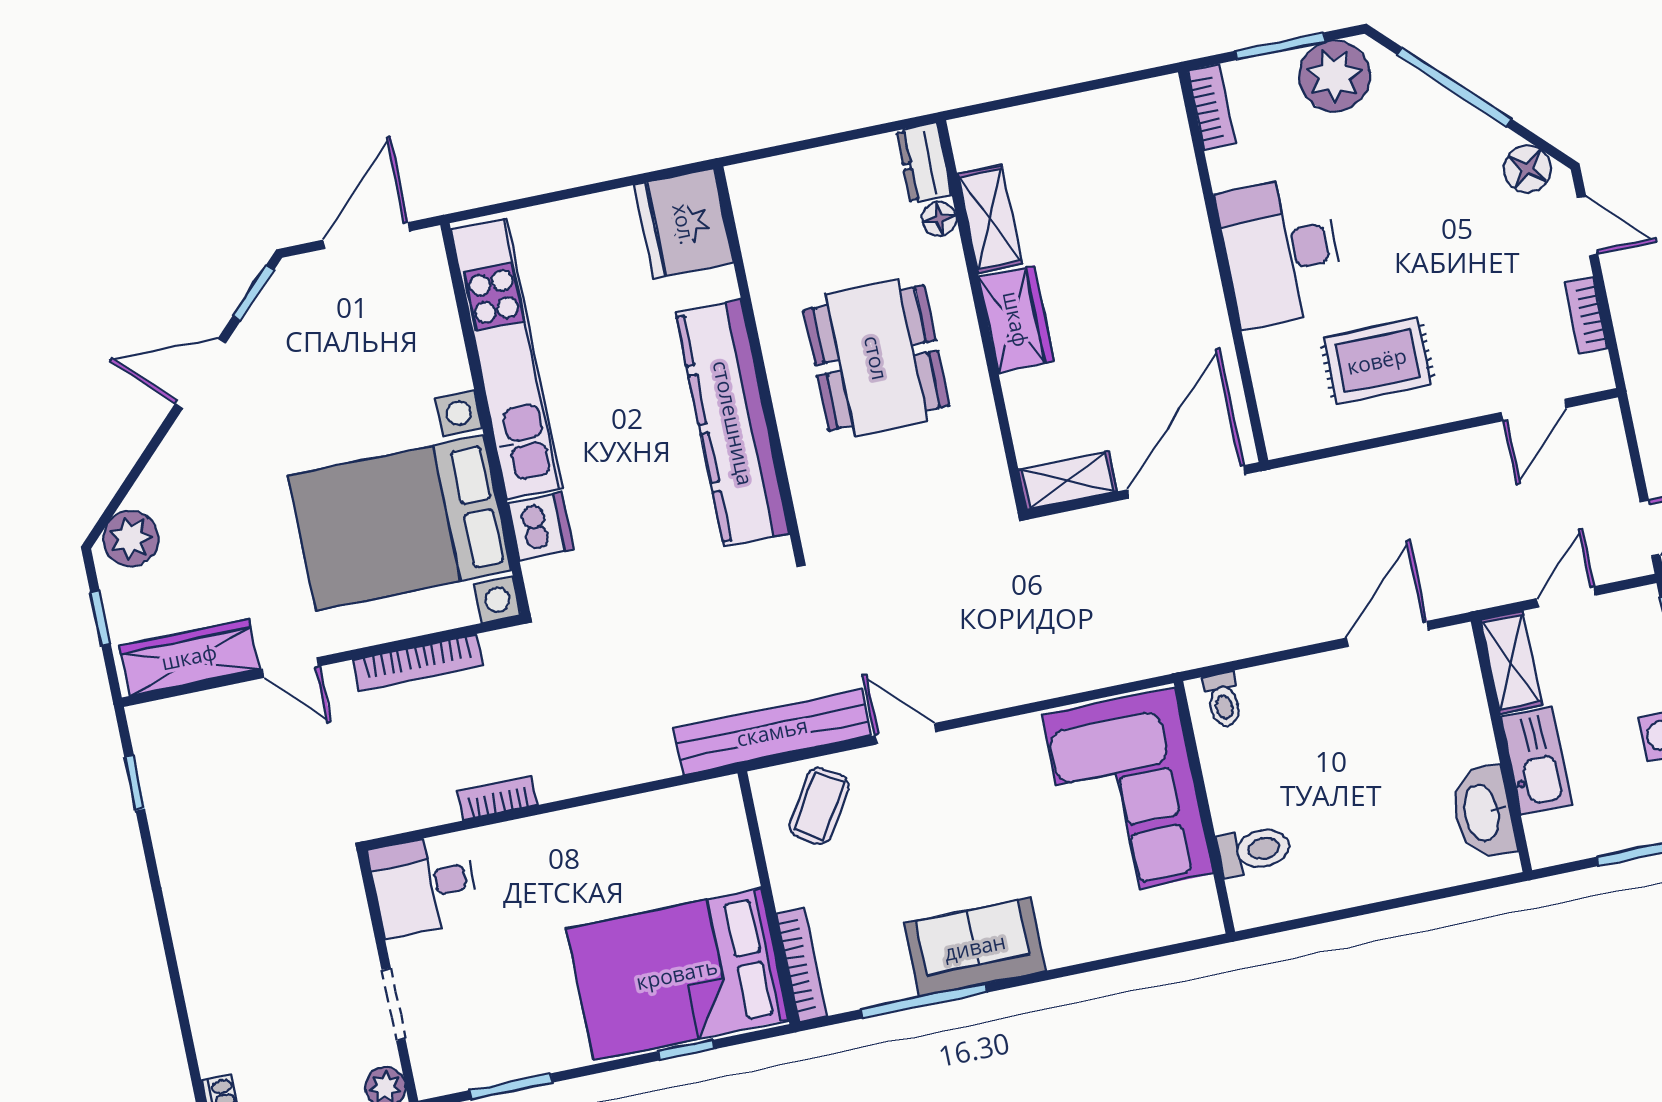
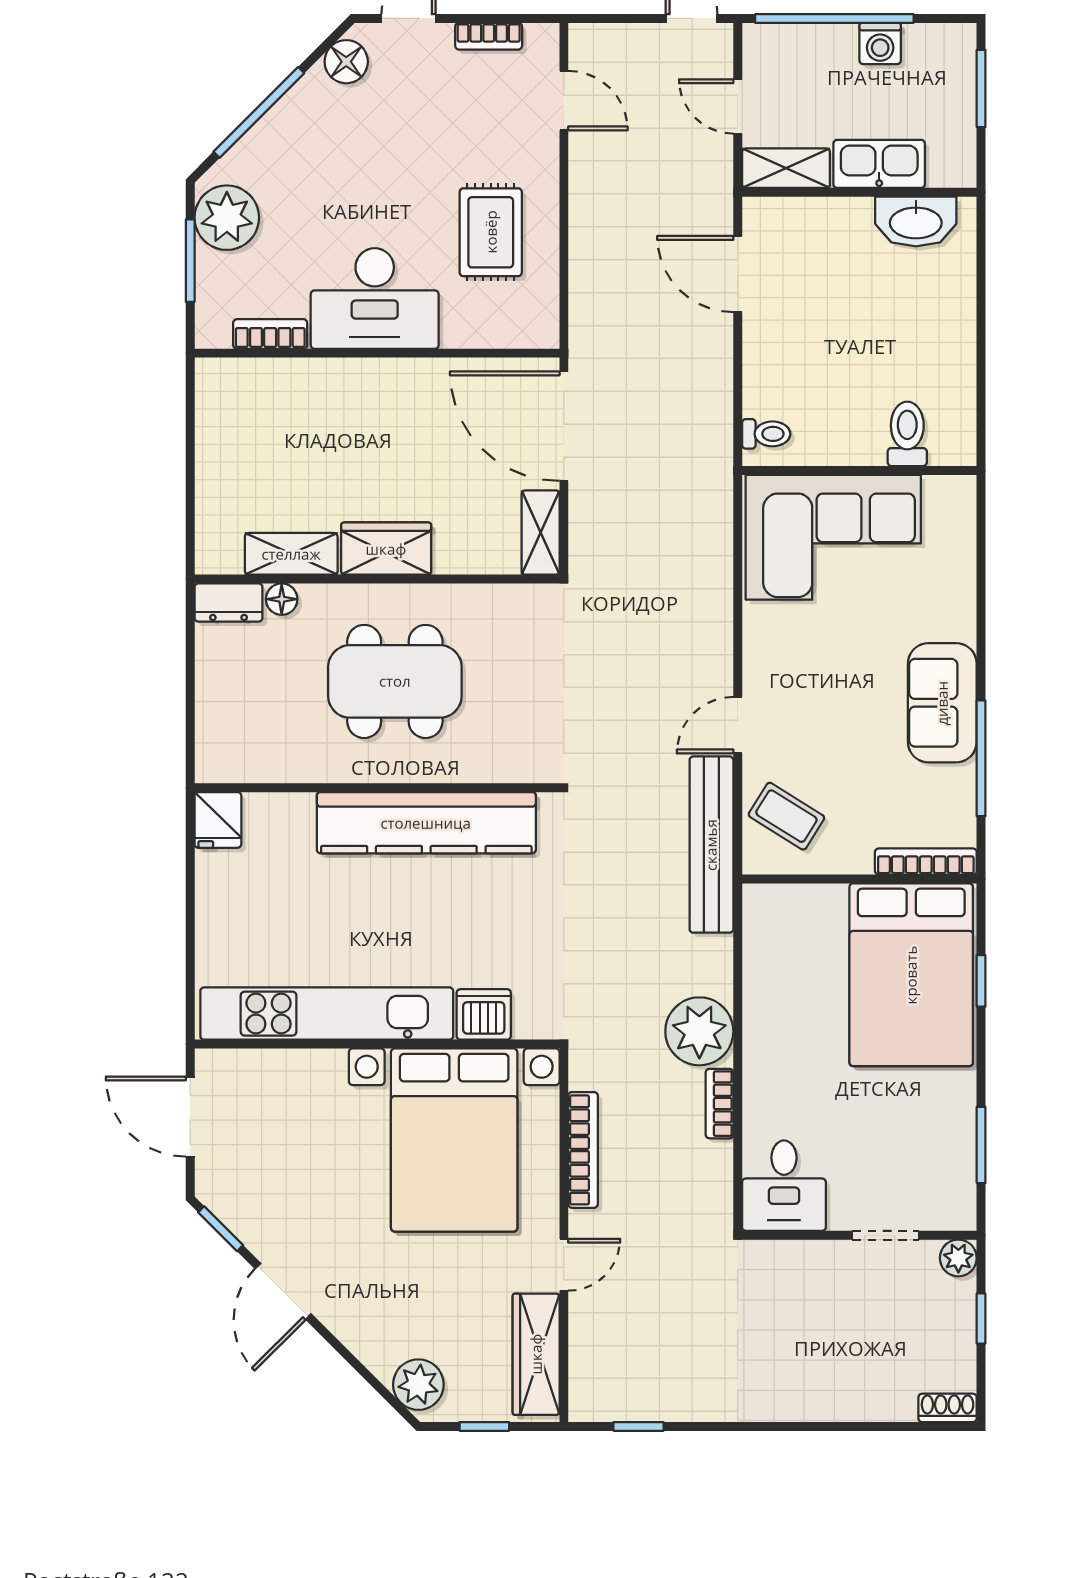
bookcase: (1212, 107) -> (270, 334), moved
fridge: (684, 224) -> (218, 820), width x0.53, depth x0.75
plant: (570, 760) -> (699, 1031), added

